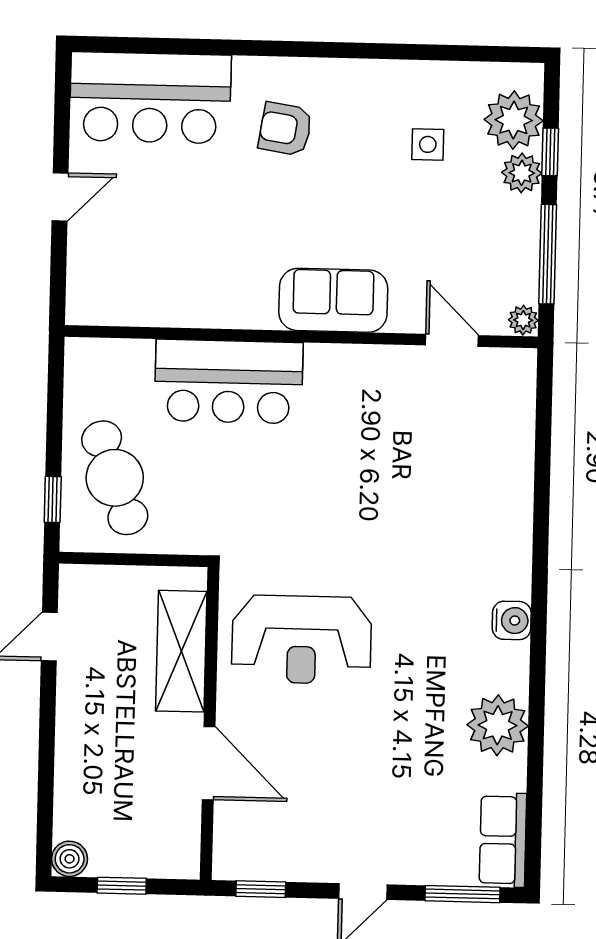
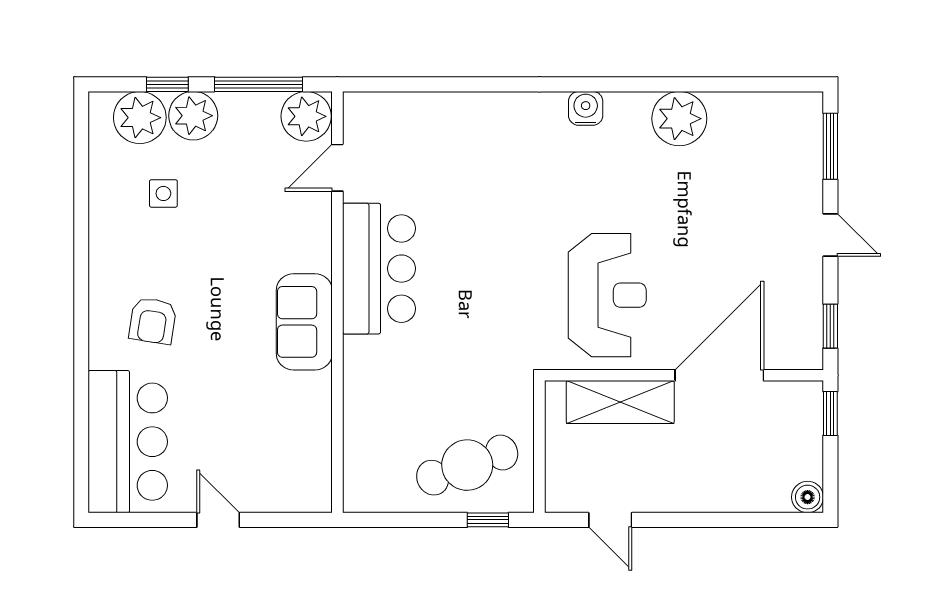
plant: (522, 173) -> (193, 116), width x1.36, depth x1.36
sofa: (333, 300) -> (304, 322), moved
plant: (523, 320) -> (306, 116), width x1.88, depth x1.88
bar counter: (229, 382) -> (379, 269), moved
door: (209, 763) -> (719, 375), width x1.36
row of seats: (503, 840) -> (781, 111), removed
window: (122, 886) -> (830, 413), moved

